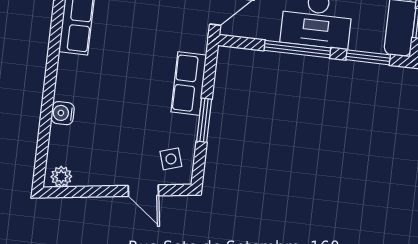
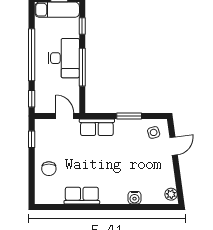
window: (368, 57) -> (82, 26), width x0.67
row of seats: (189, 84) -> (97, 127), moved

